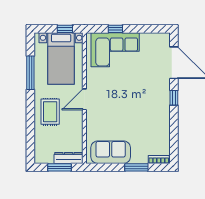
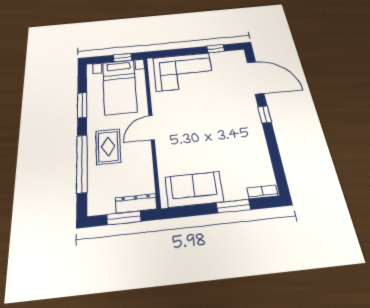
window: (115, 29) -> (215, 49), moved
window: (30, 73) -> (82, 105), width x0.69
window: (30, 123) -> (82, 163), added

